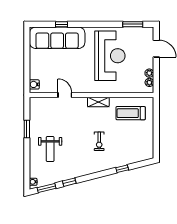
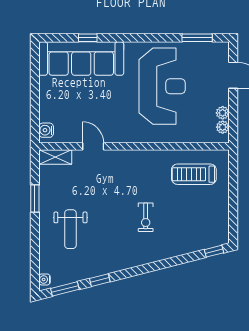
shelving: (98, 102) -> (55, 157), moved
window: (122, 169) -> (214, 251), moved

